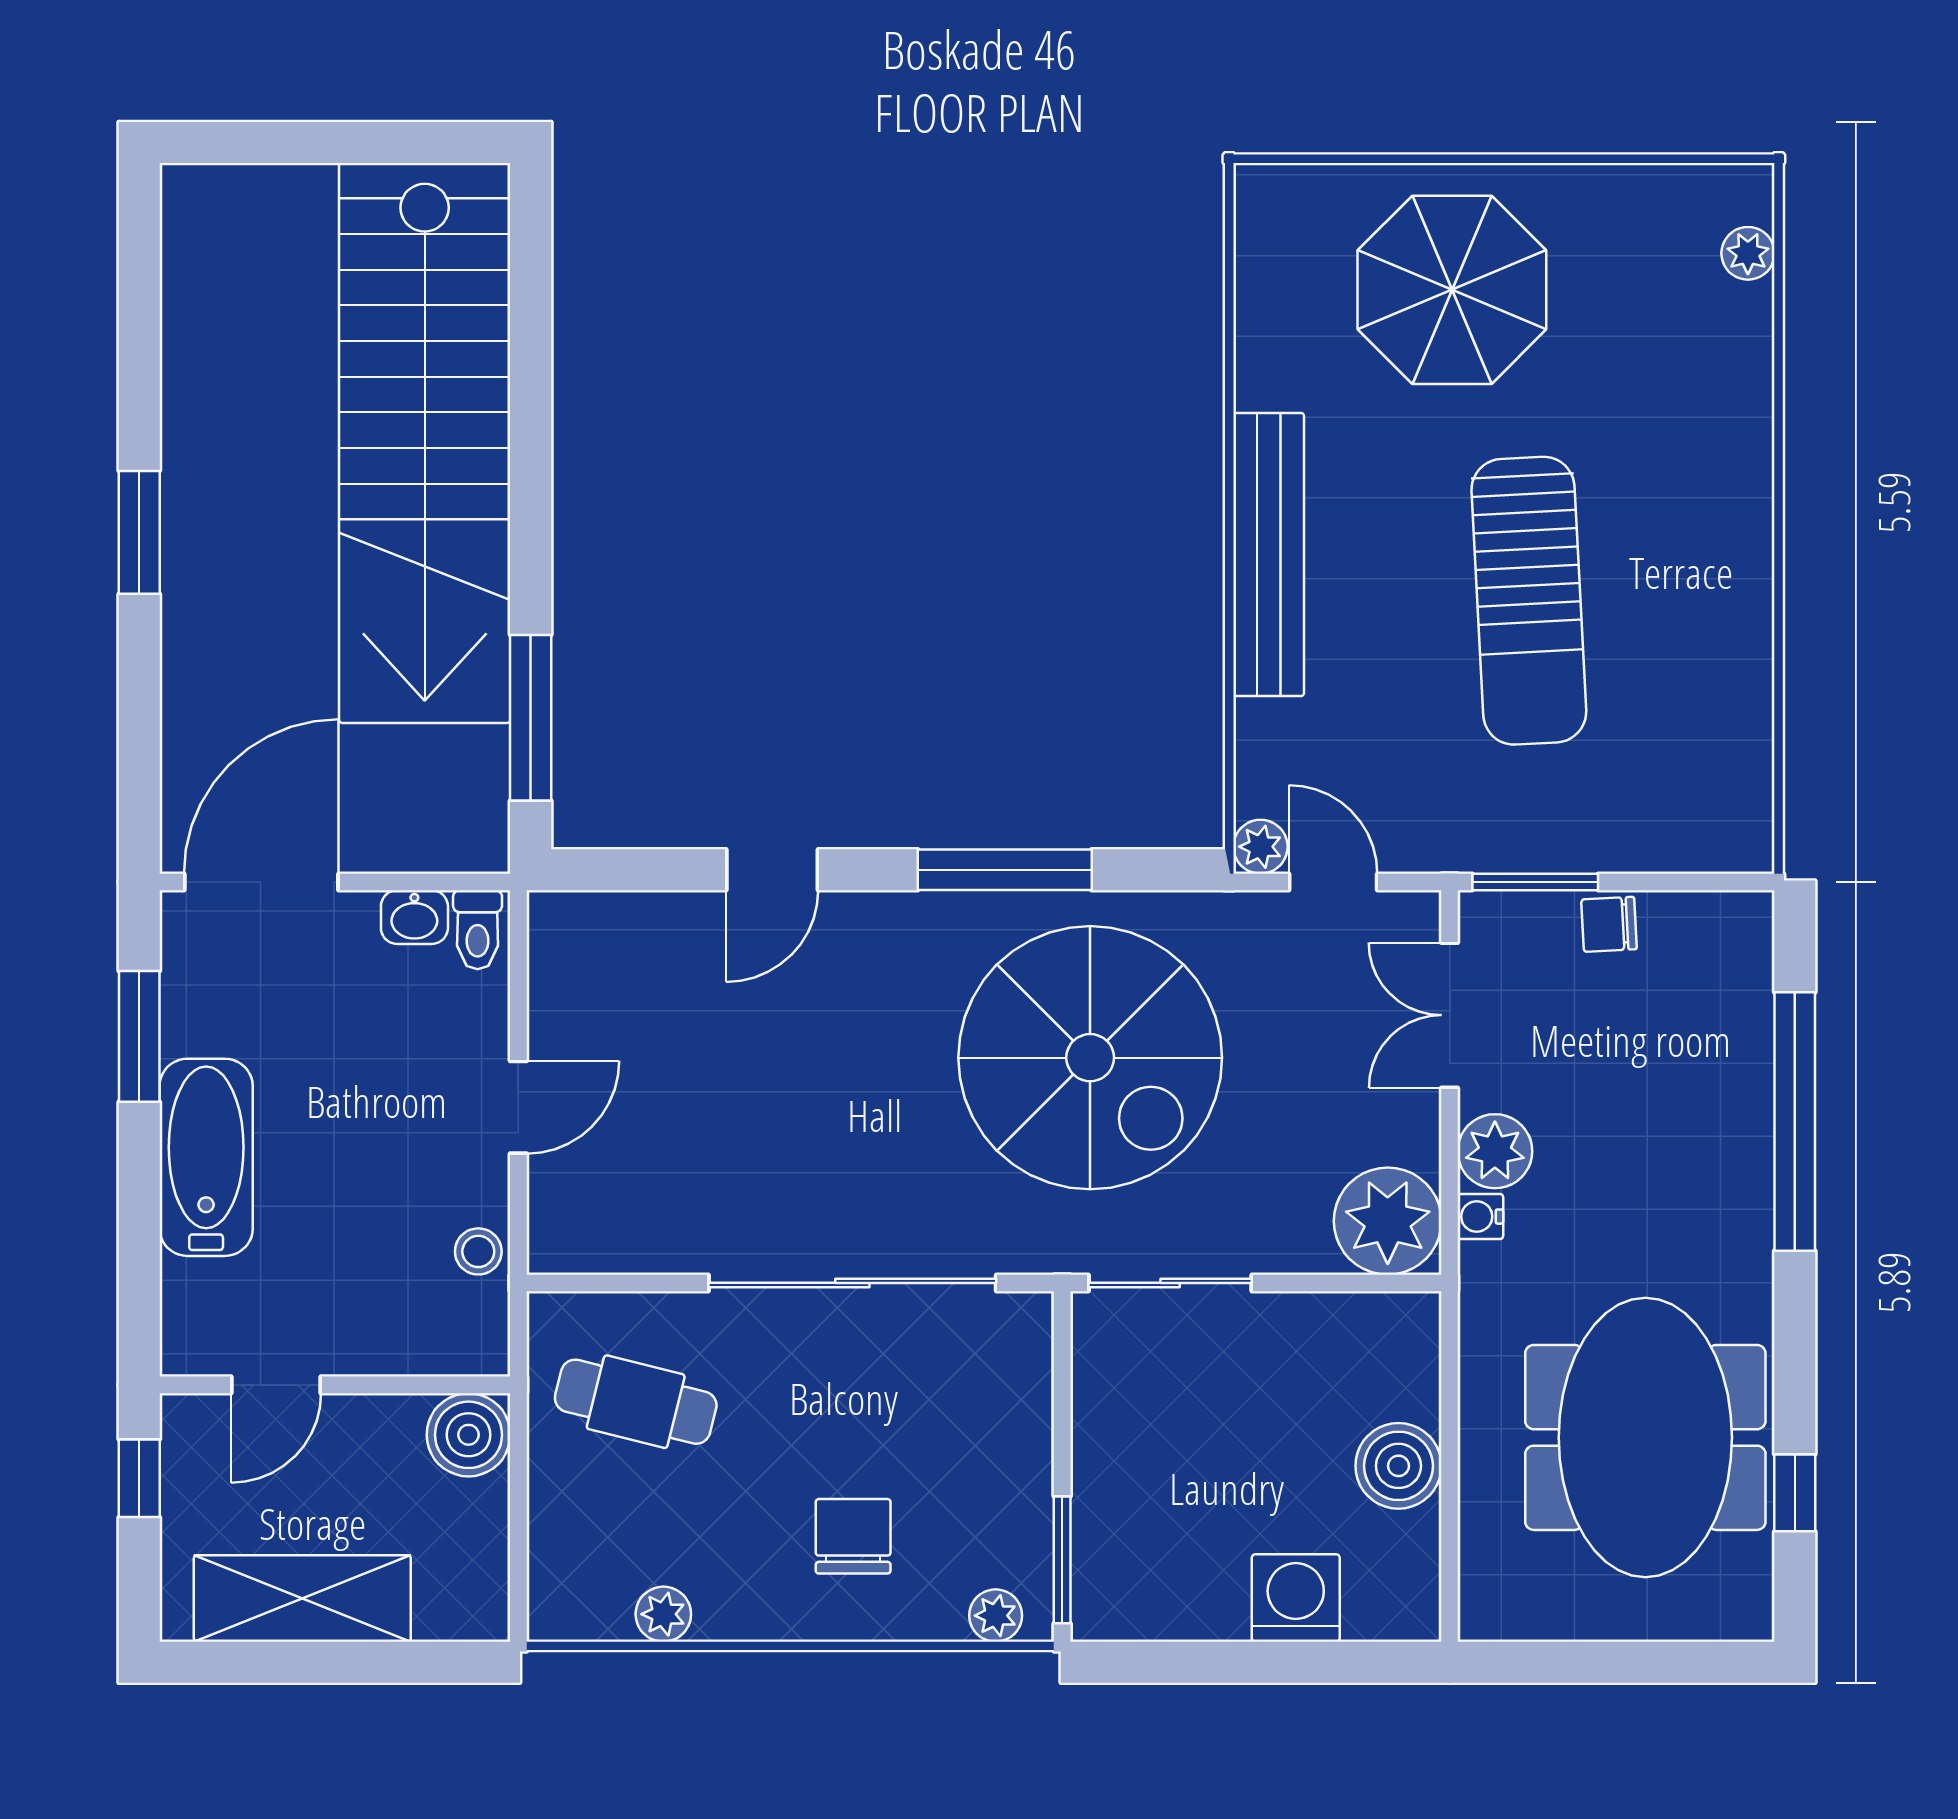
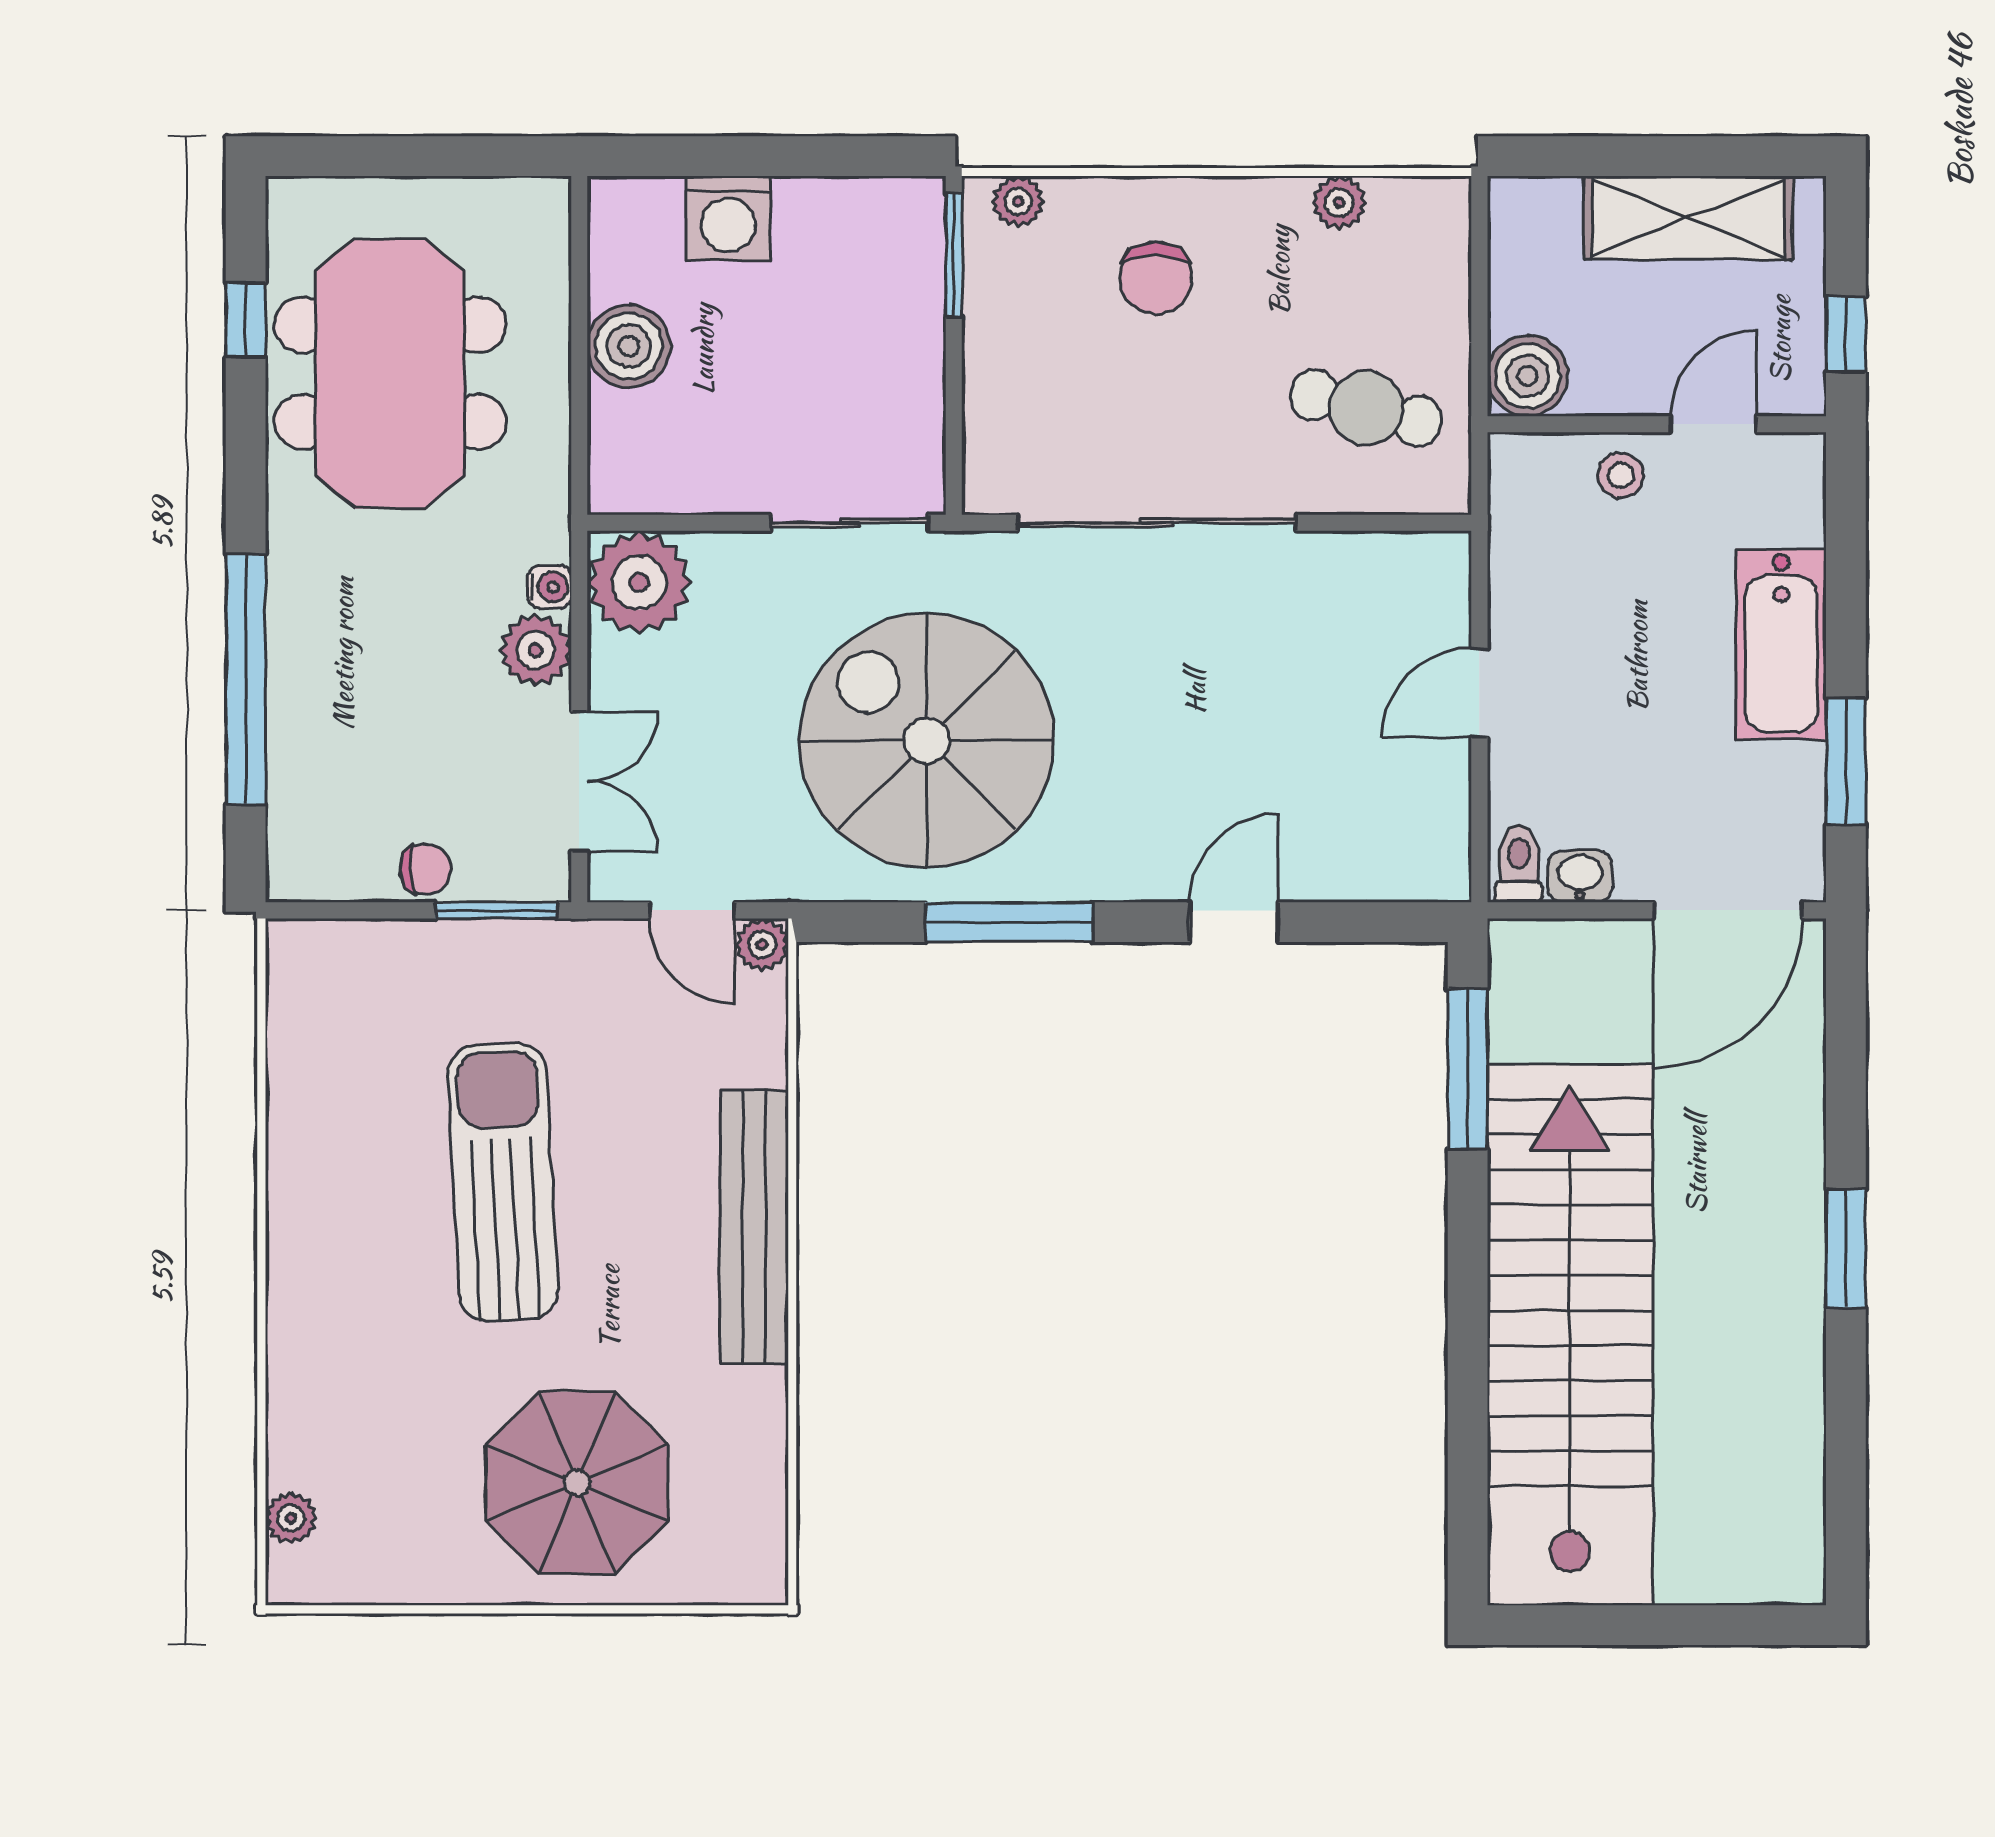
stool: (478, 1251) -> (1621, 475), moved

